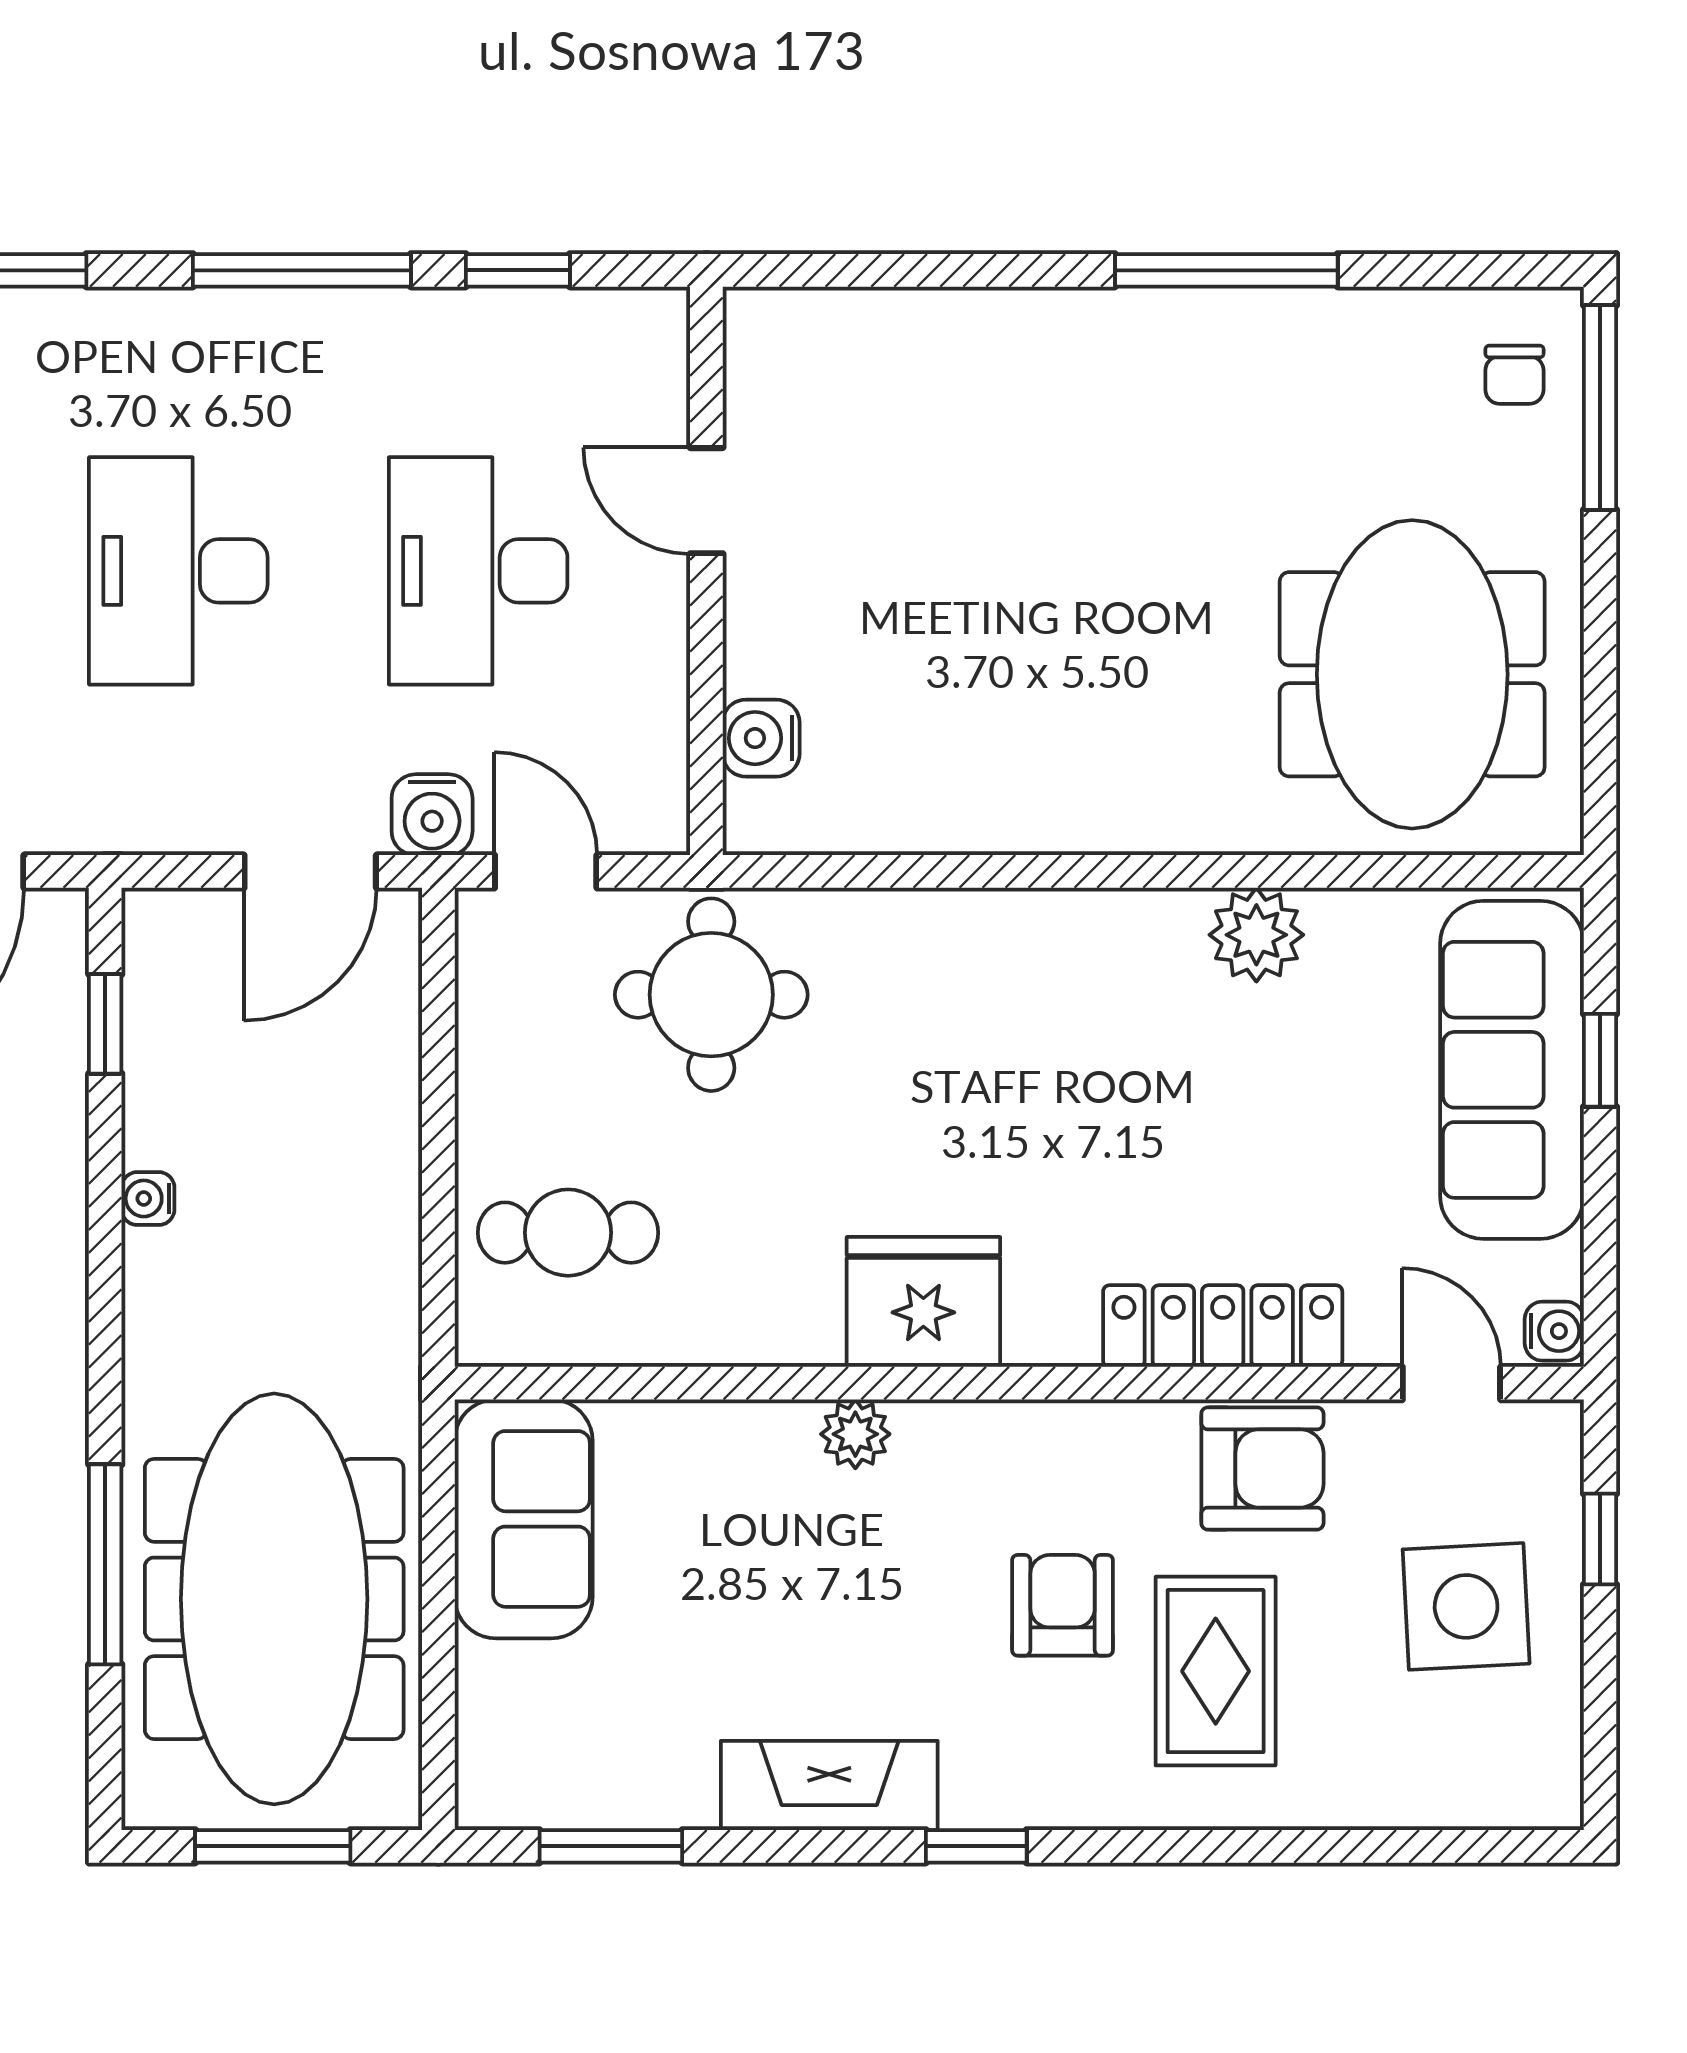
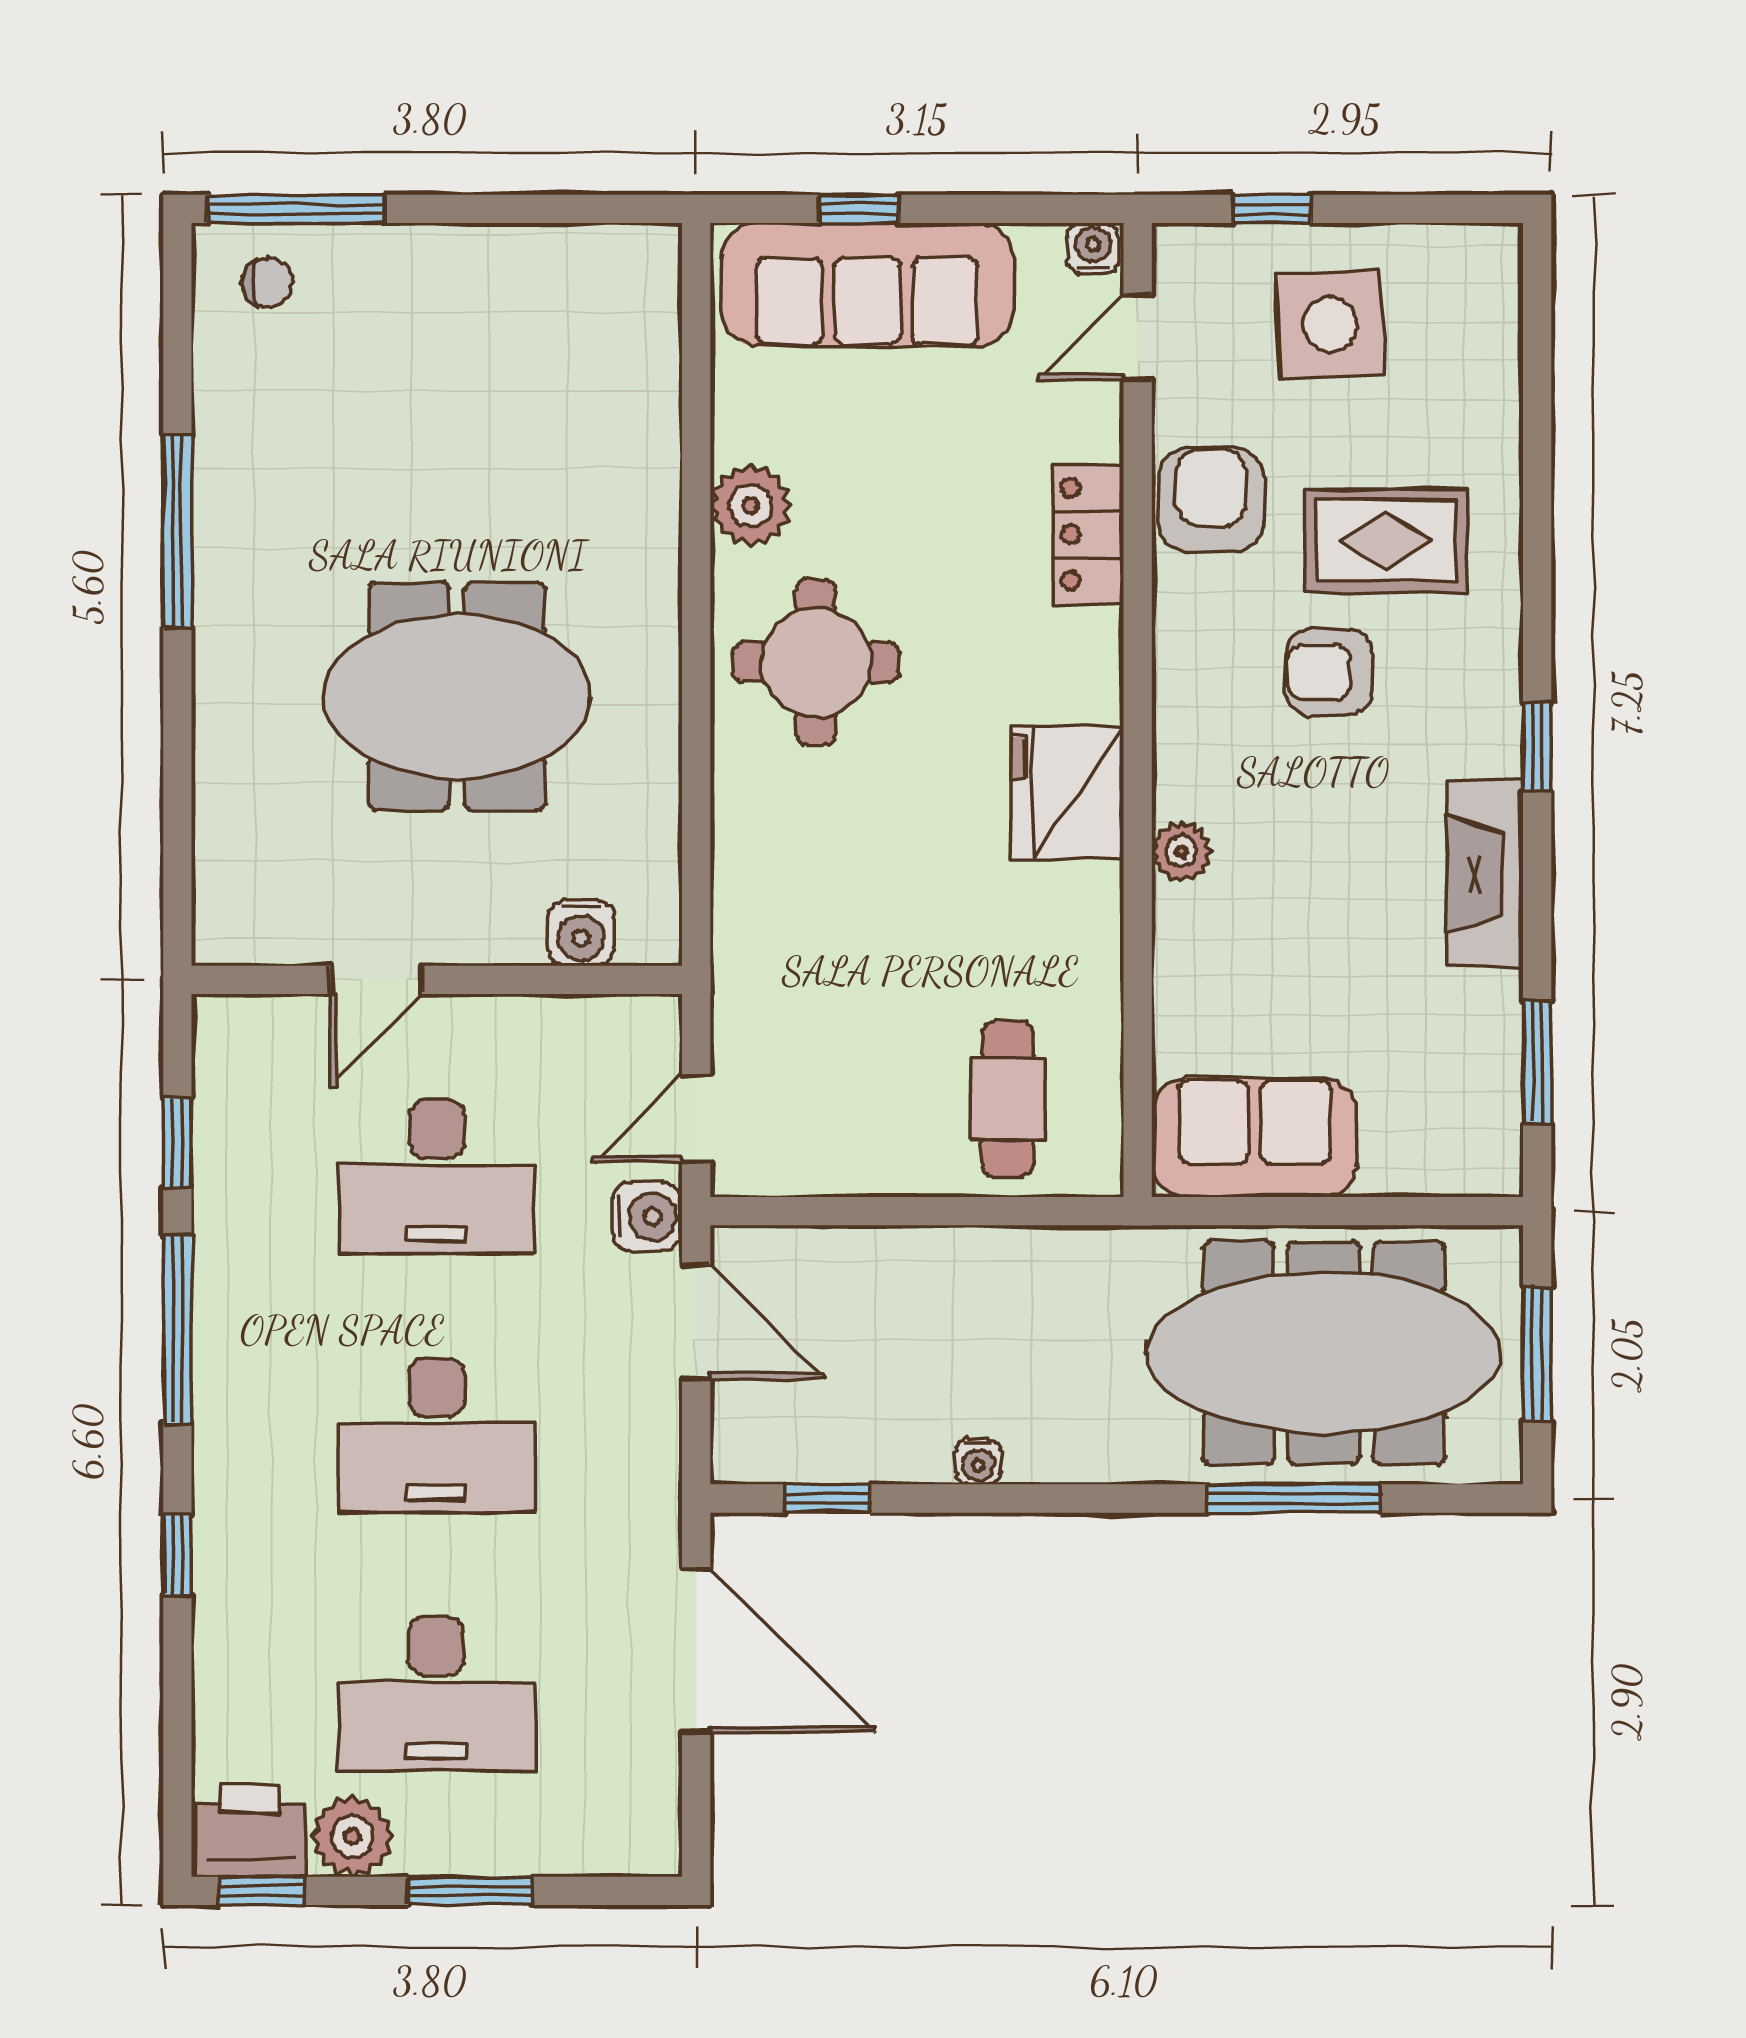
meeting table: (1412, 674) -> (457, 696), moved
round table: (711, 995) -> (816, 662), moved
locker: (1223, 1326) -> (1088, 534), width x0.66

